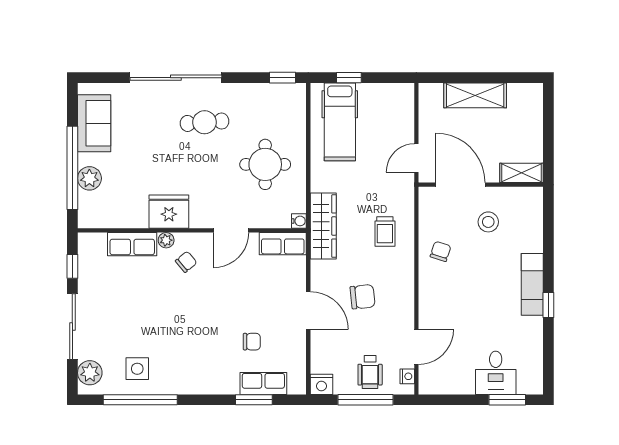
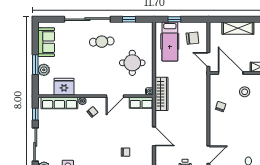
window: (282, 78) -> (129, 19), moved
door: (416, 158) -> (208, 60), hinge flipped
window: (72, 168) -> (35, 65), width x0.47
fridge: (169, 212) -> (64, 87), moved
trolley: (385, 232) -> (193, 97), removed
row of seats: (132, 244) -> (59, 103), width x1.48
chair: (363, 297) -> (192, 38), moved

